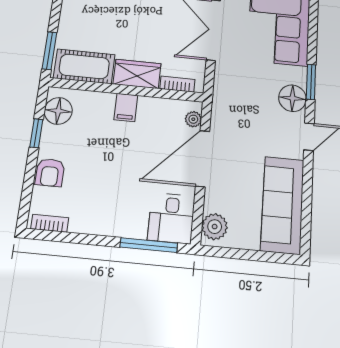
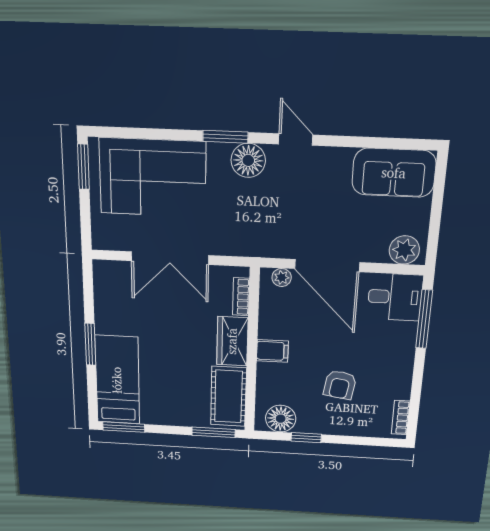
armchair: (50, 173) -> (340, 385), moved, turned 99
sofa: (282, 205) -> (394, 173), width x0.73

